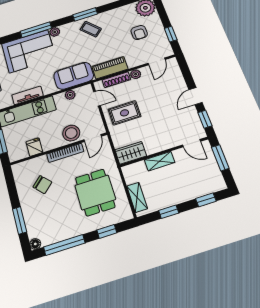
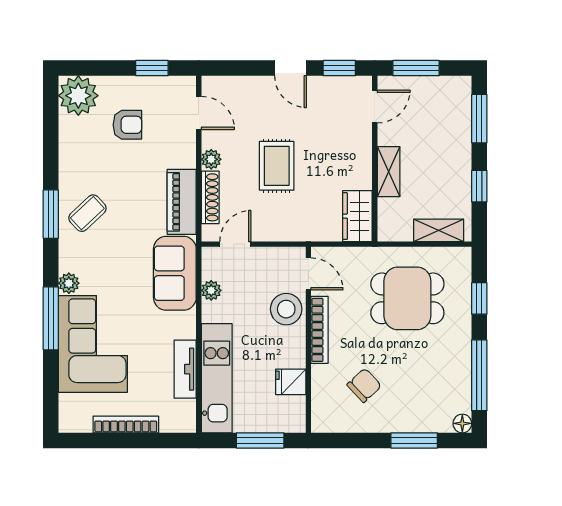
rug: (124, 113) -> (277, 166), moved
window: (206, 200) -> (479, 119), width x1.50

